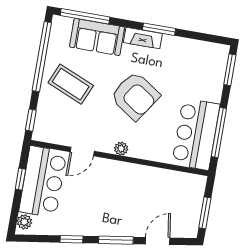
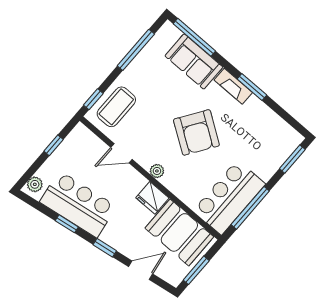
window: (42, 57) -> (136, 50), width x0.68
coffee table: (71, 84) -> (116, 107), moved, turned 67
fridge: (131, 174) -> (152, 198), added
bar counter: (43, 182) -> (78, 204), moved, turned -99
booth: (171, 189) -> (179, 232), added
window: (116, 240) -> (105, 248), width x0.67

